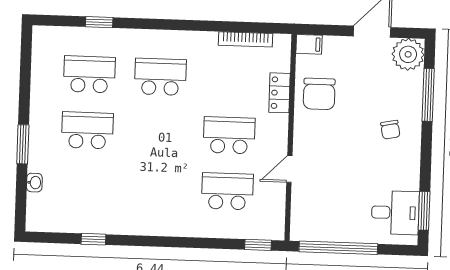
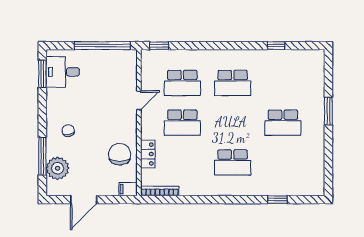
bookcase: (245, 39) -> (160, 191), moved
plant: (408, 54) -> (58, 168), moved
school desk: (89, 74) -> (233, 83), moved
washbasin: (34, 183) -> (319, 84), removed

